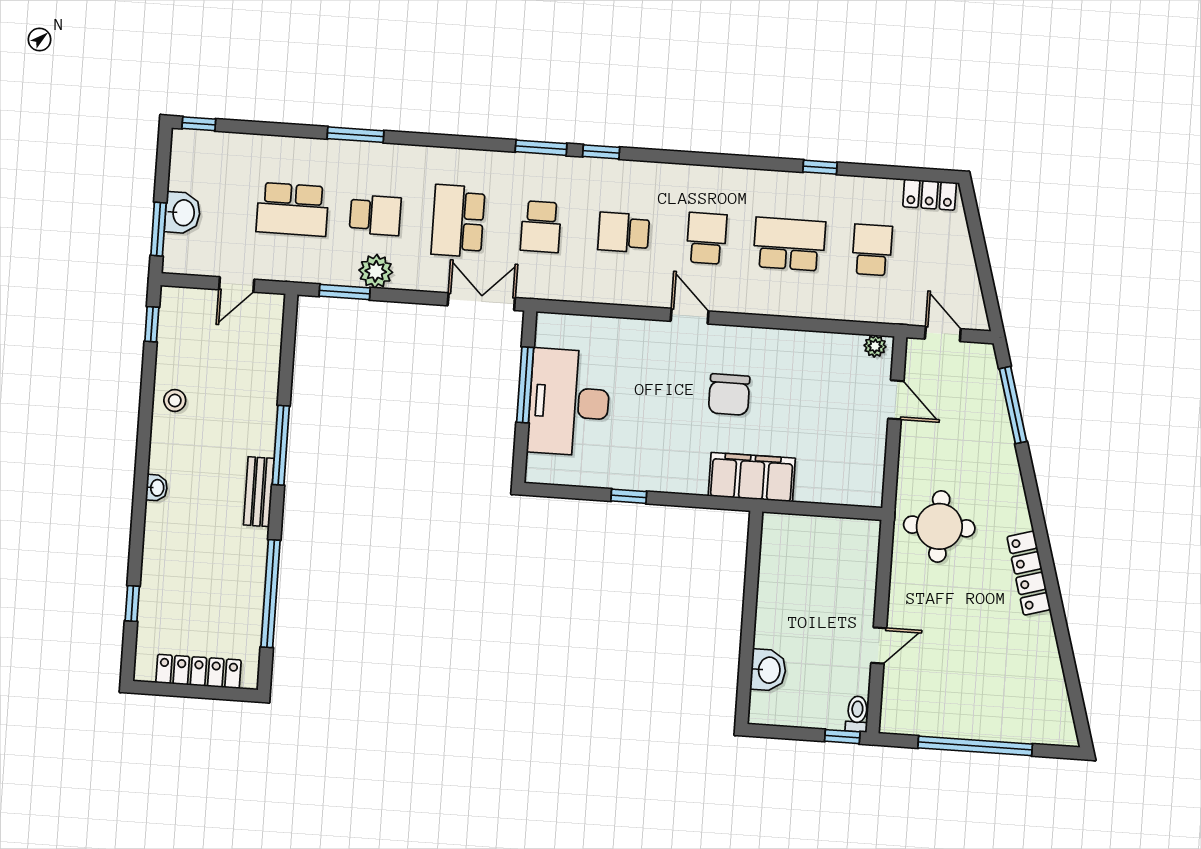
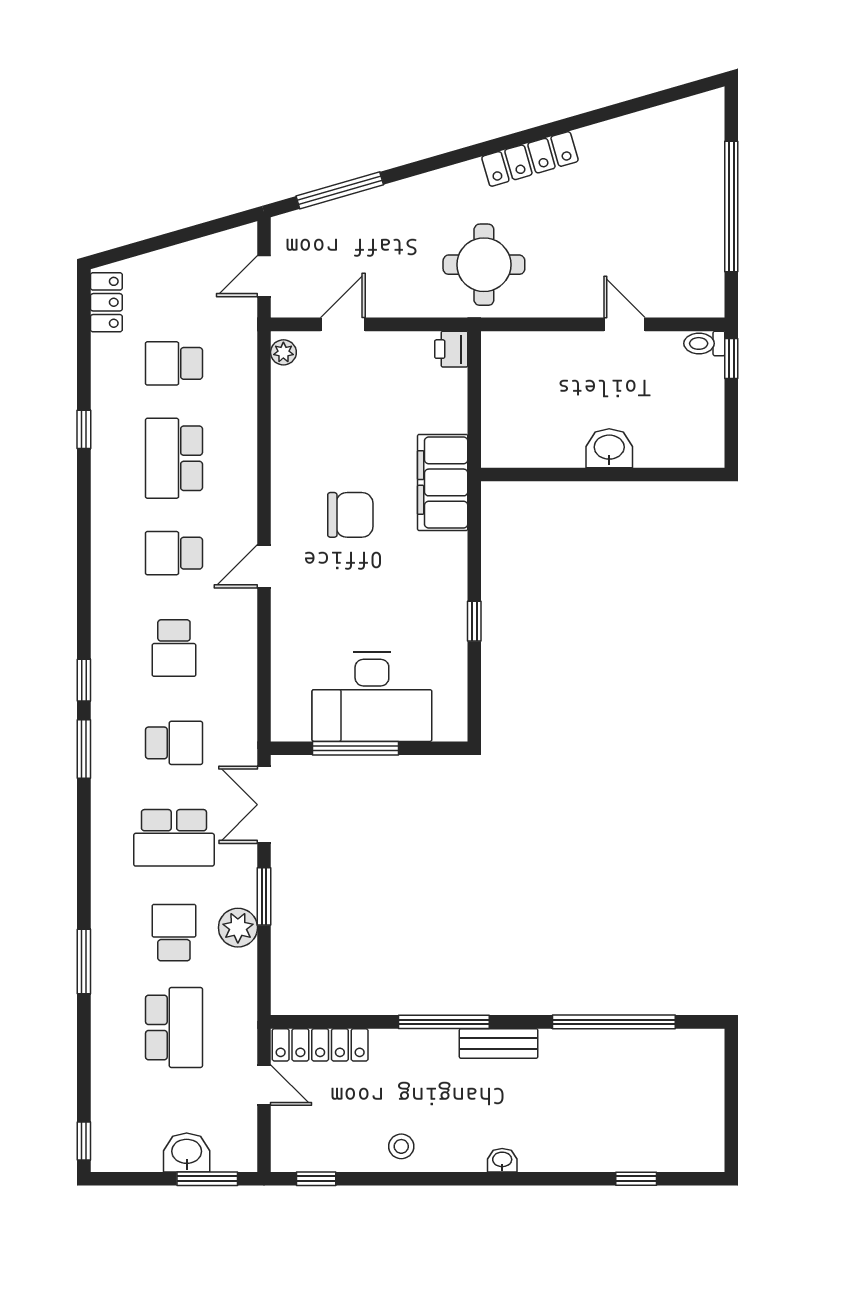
window: (345, 292) -> (264, 896), moved
printer: (868, 493) -> (451, 349), added
washbasin: (768, 670) -> (609, 448), moved
locker: (198, 671) -> (320, 1045), moved, turned -90

